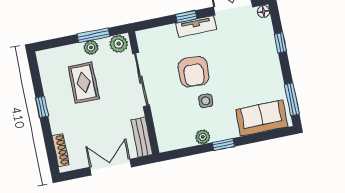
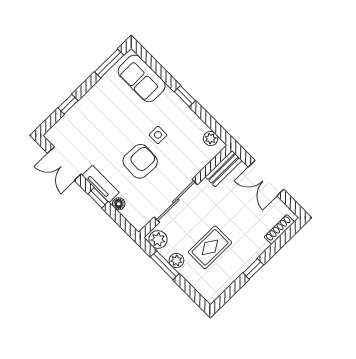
floor lamp: (264, 12) -> (119, 204), moved
plant: (203, 137) -> (211, 138), moved

